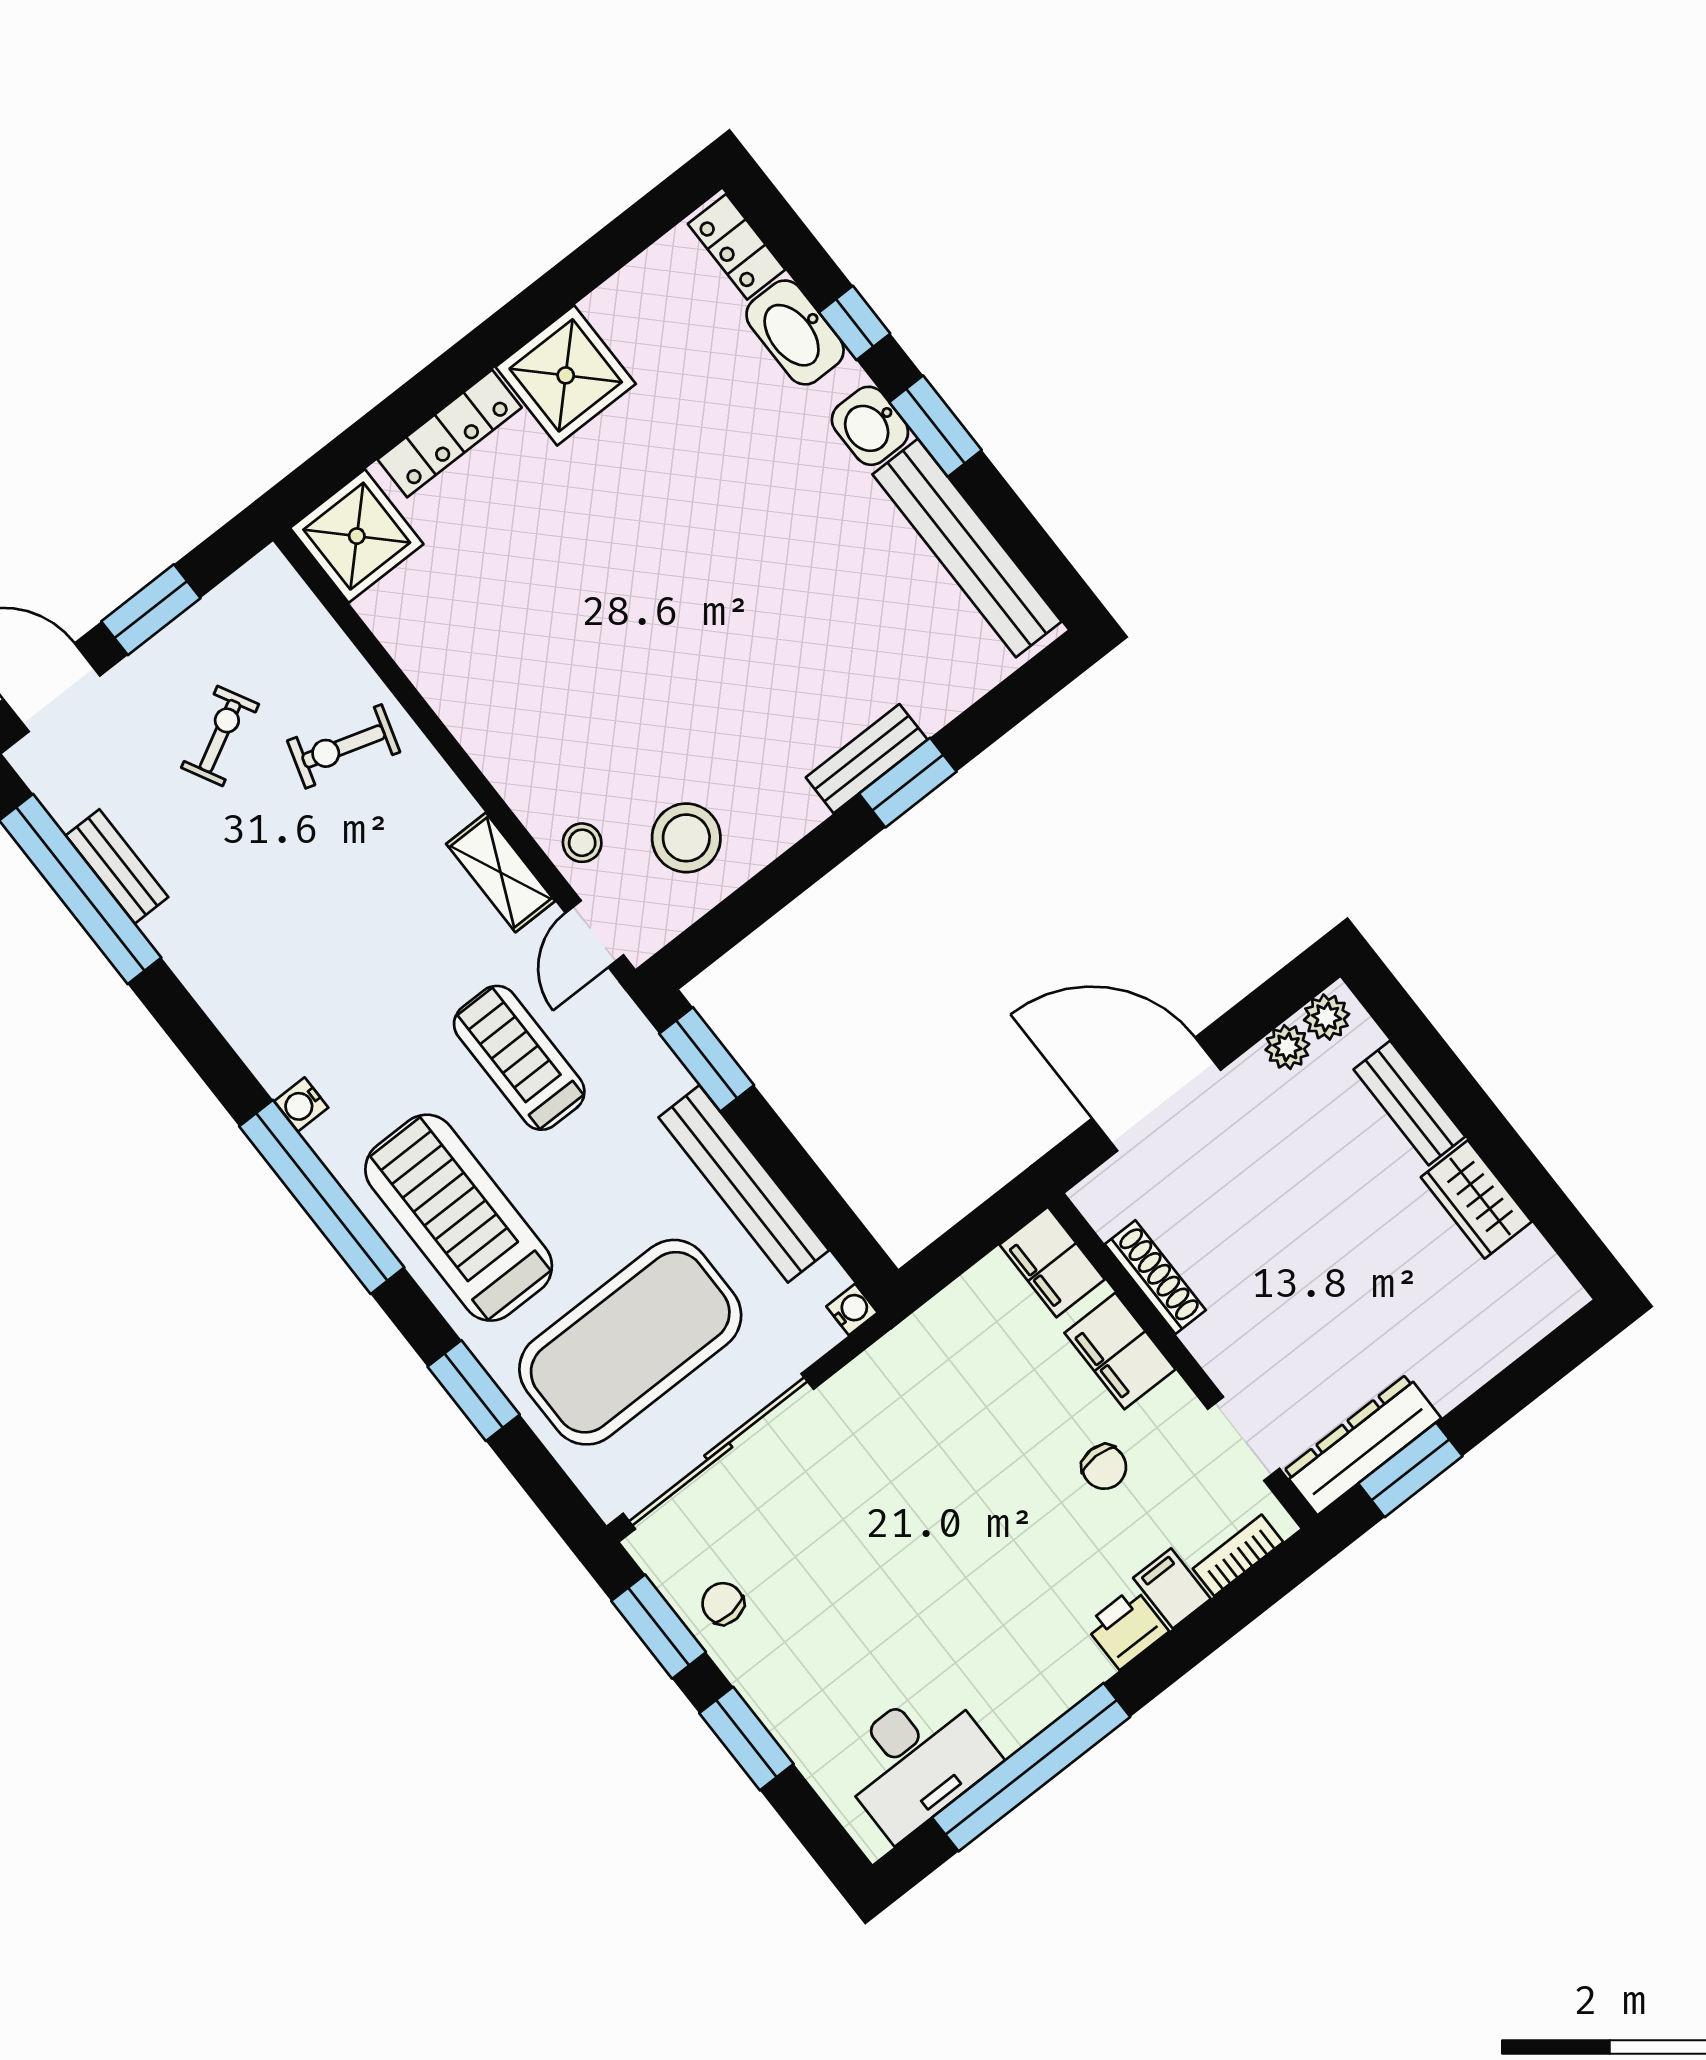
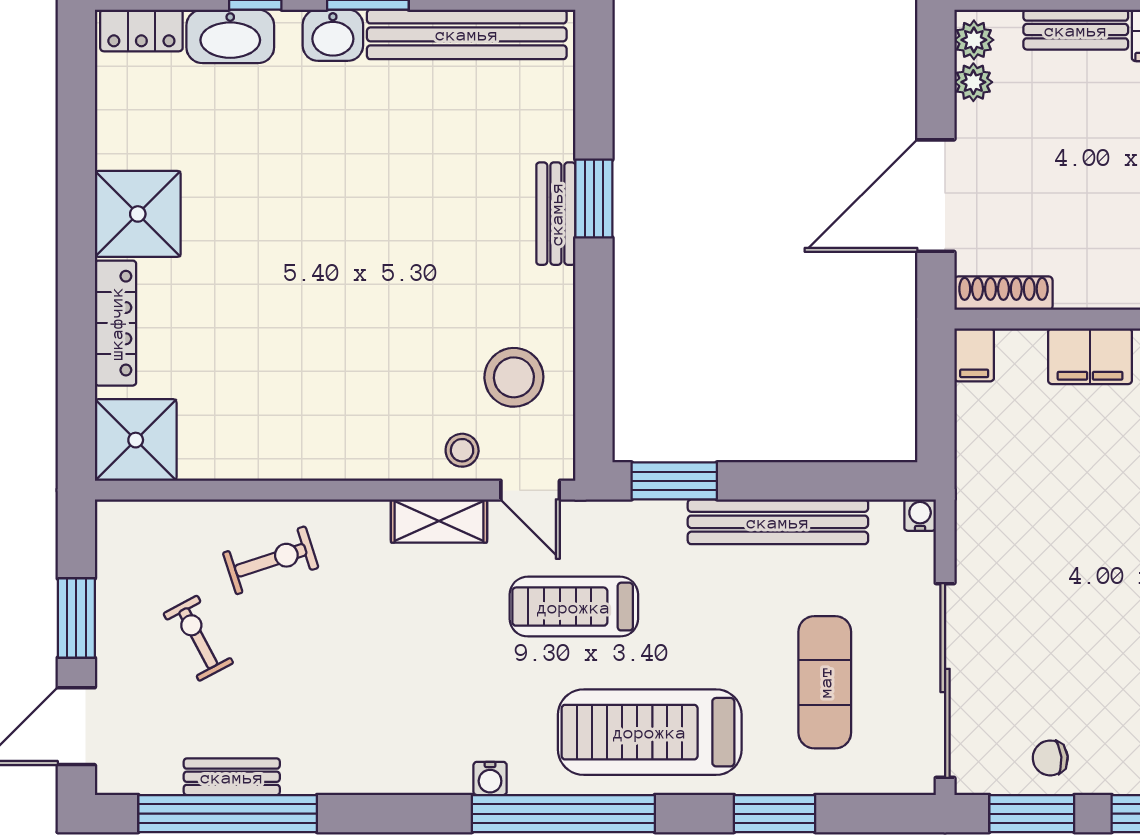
exercise bike: (344, 746) -> (271, 560), turned -125
filing cabinet: (1052, 1262) -> (974, 355), width x0.50
shoe rack: (1155, 1277) -> (1003, 293), moved
exercise mat: (630, 1342) -> (825, 682), width x0.50, depth x0.69

